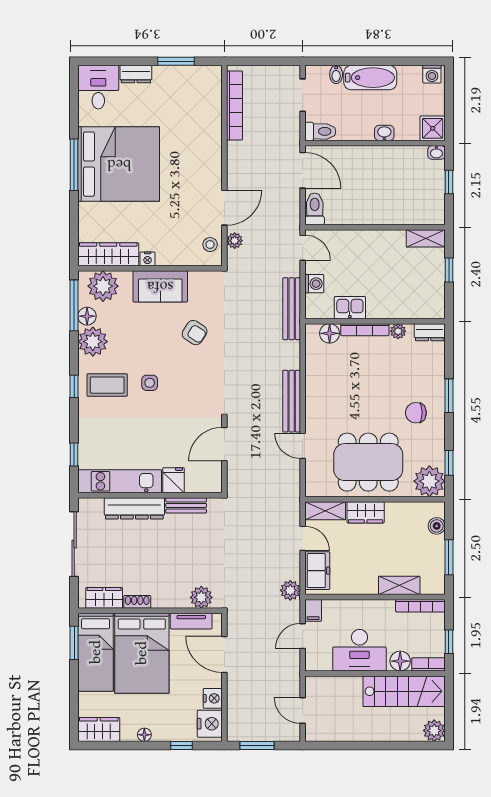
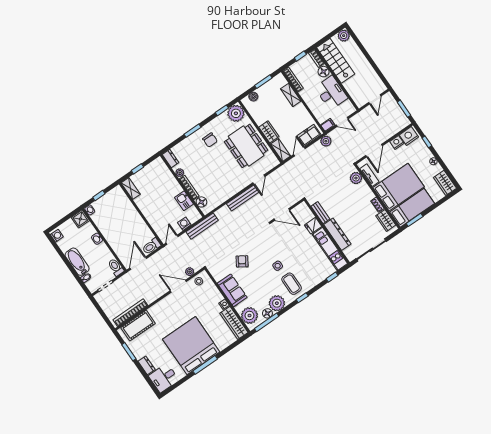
cot: (207, 103) -> (138, 326), added

